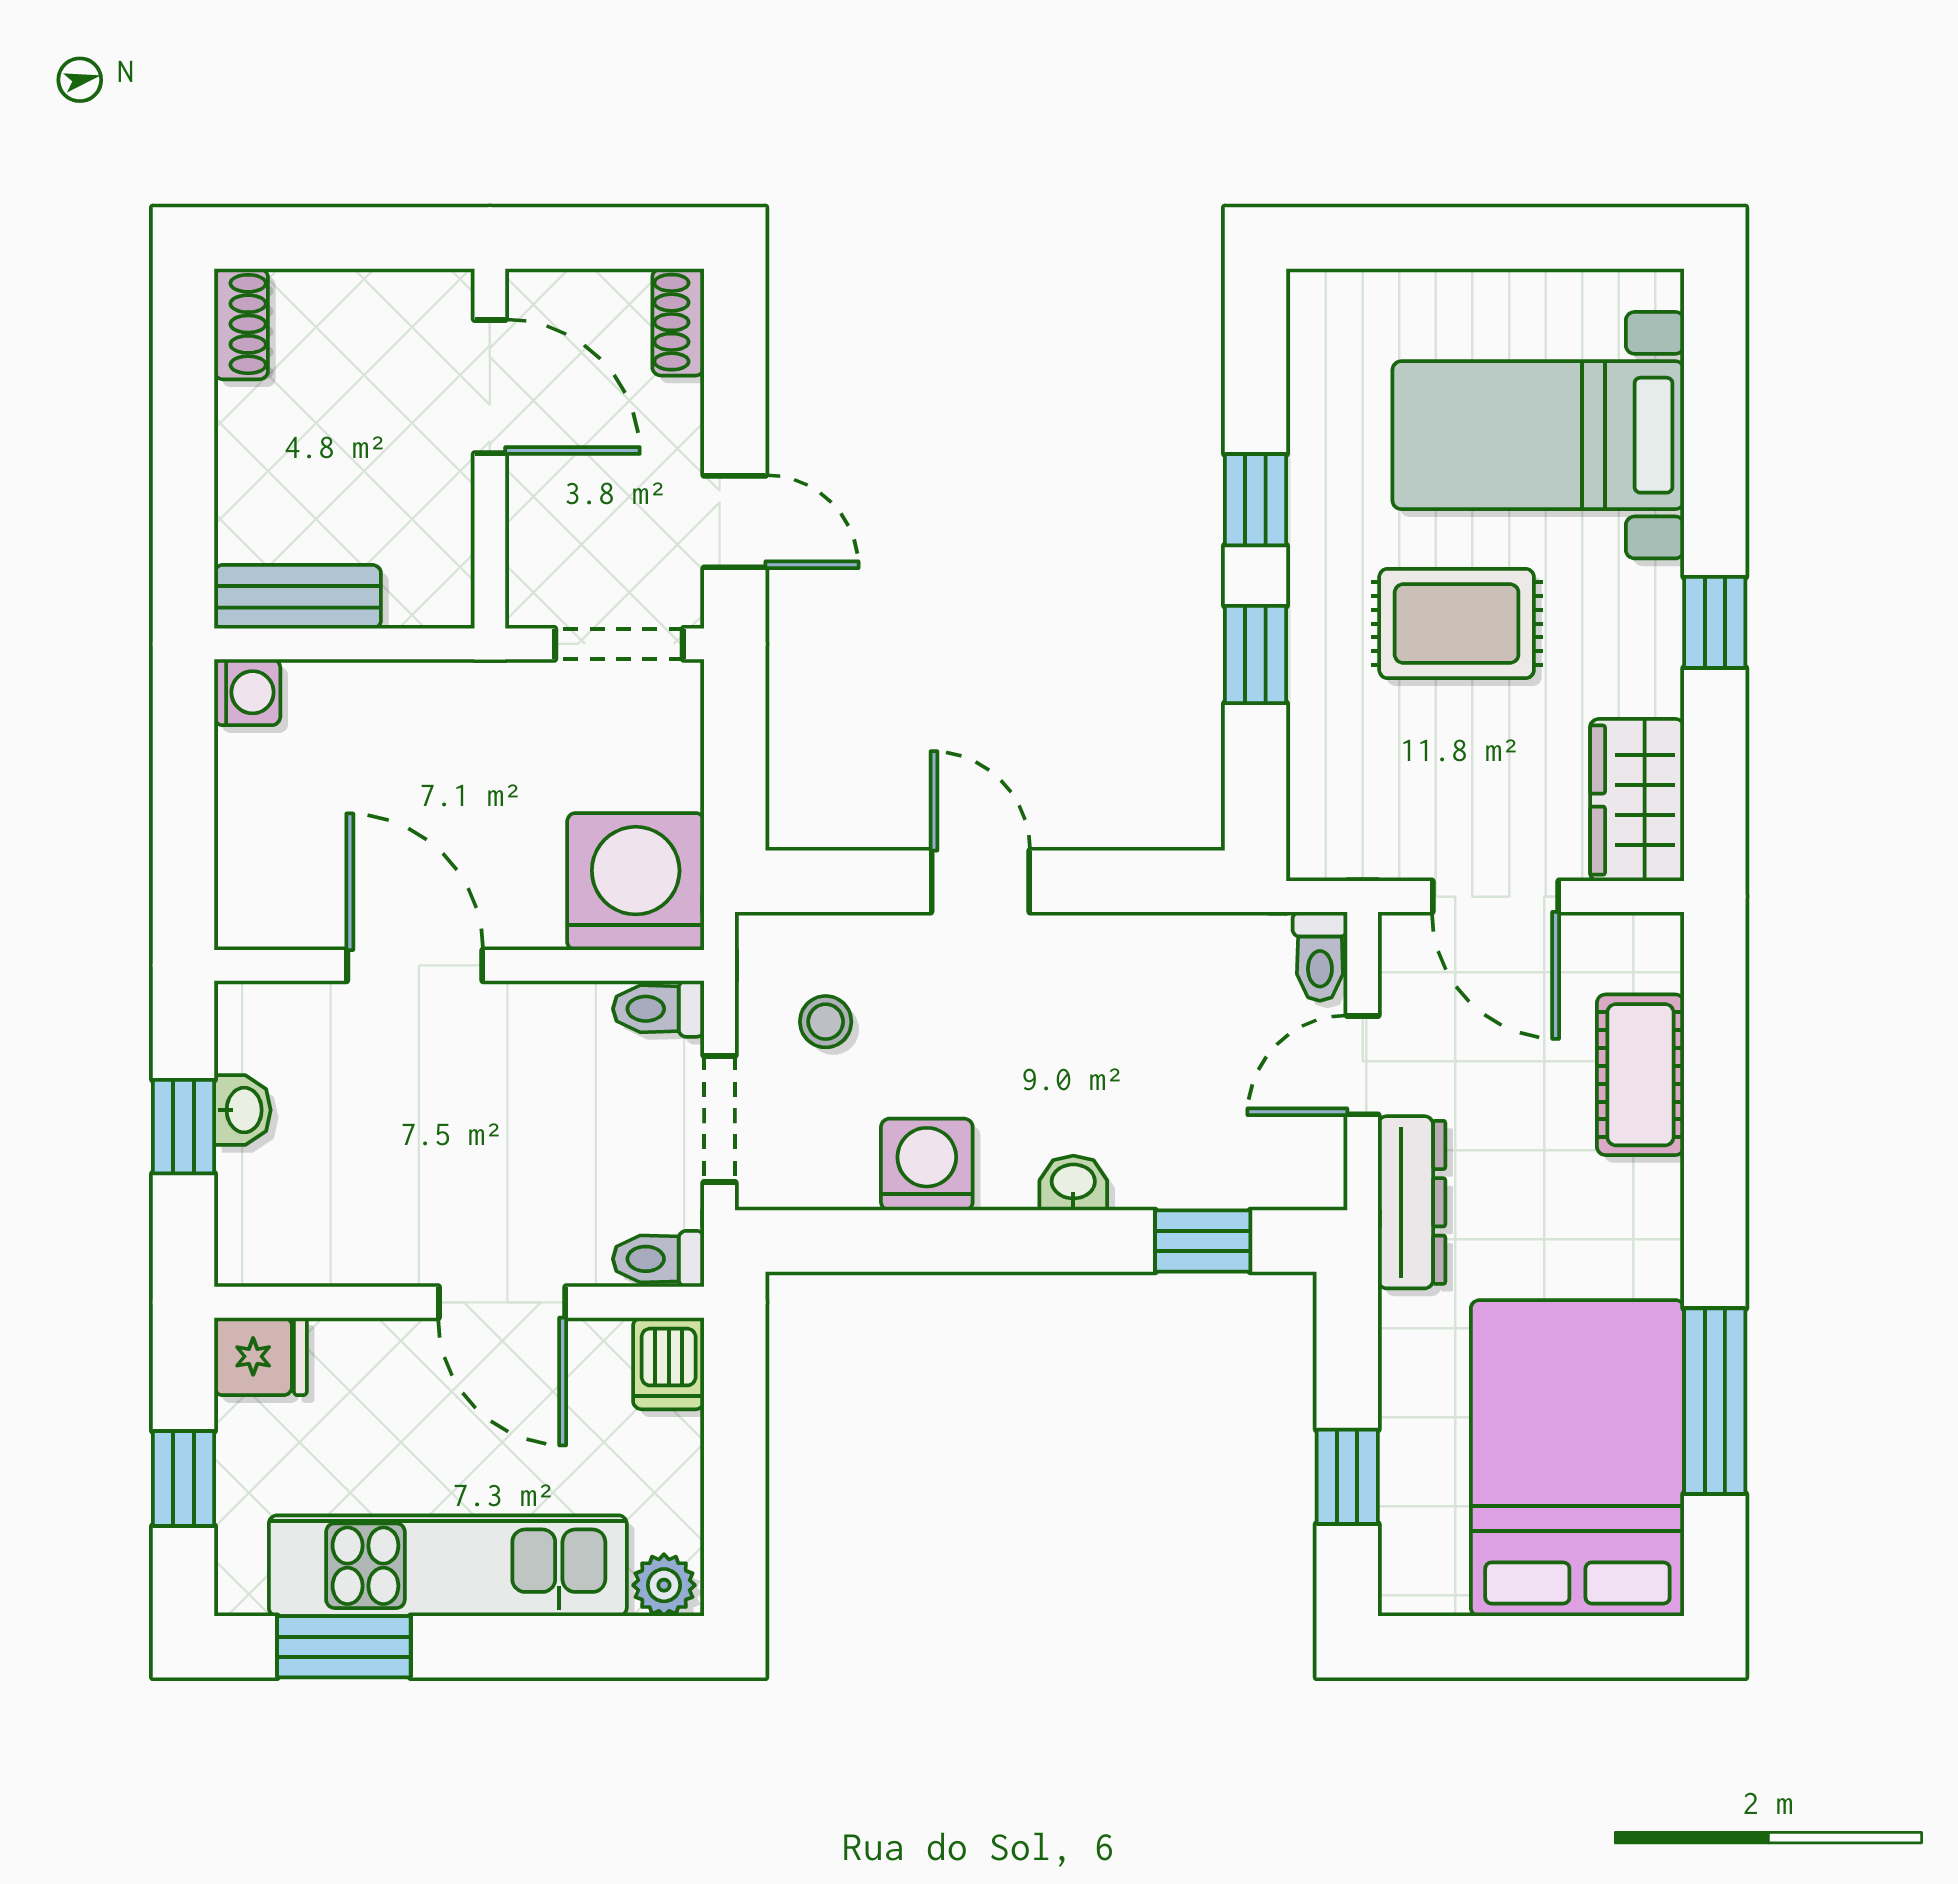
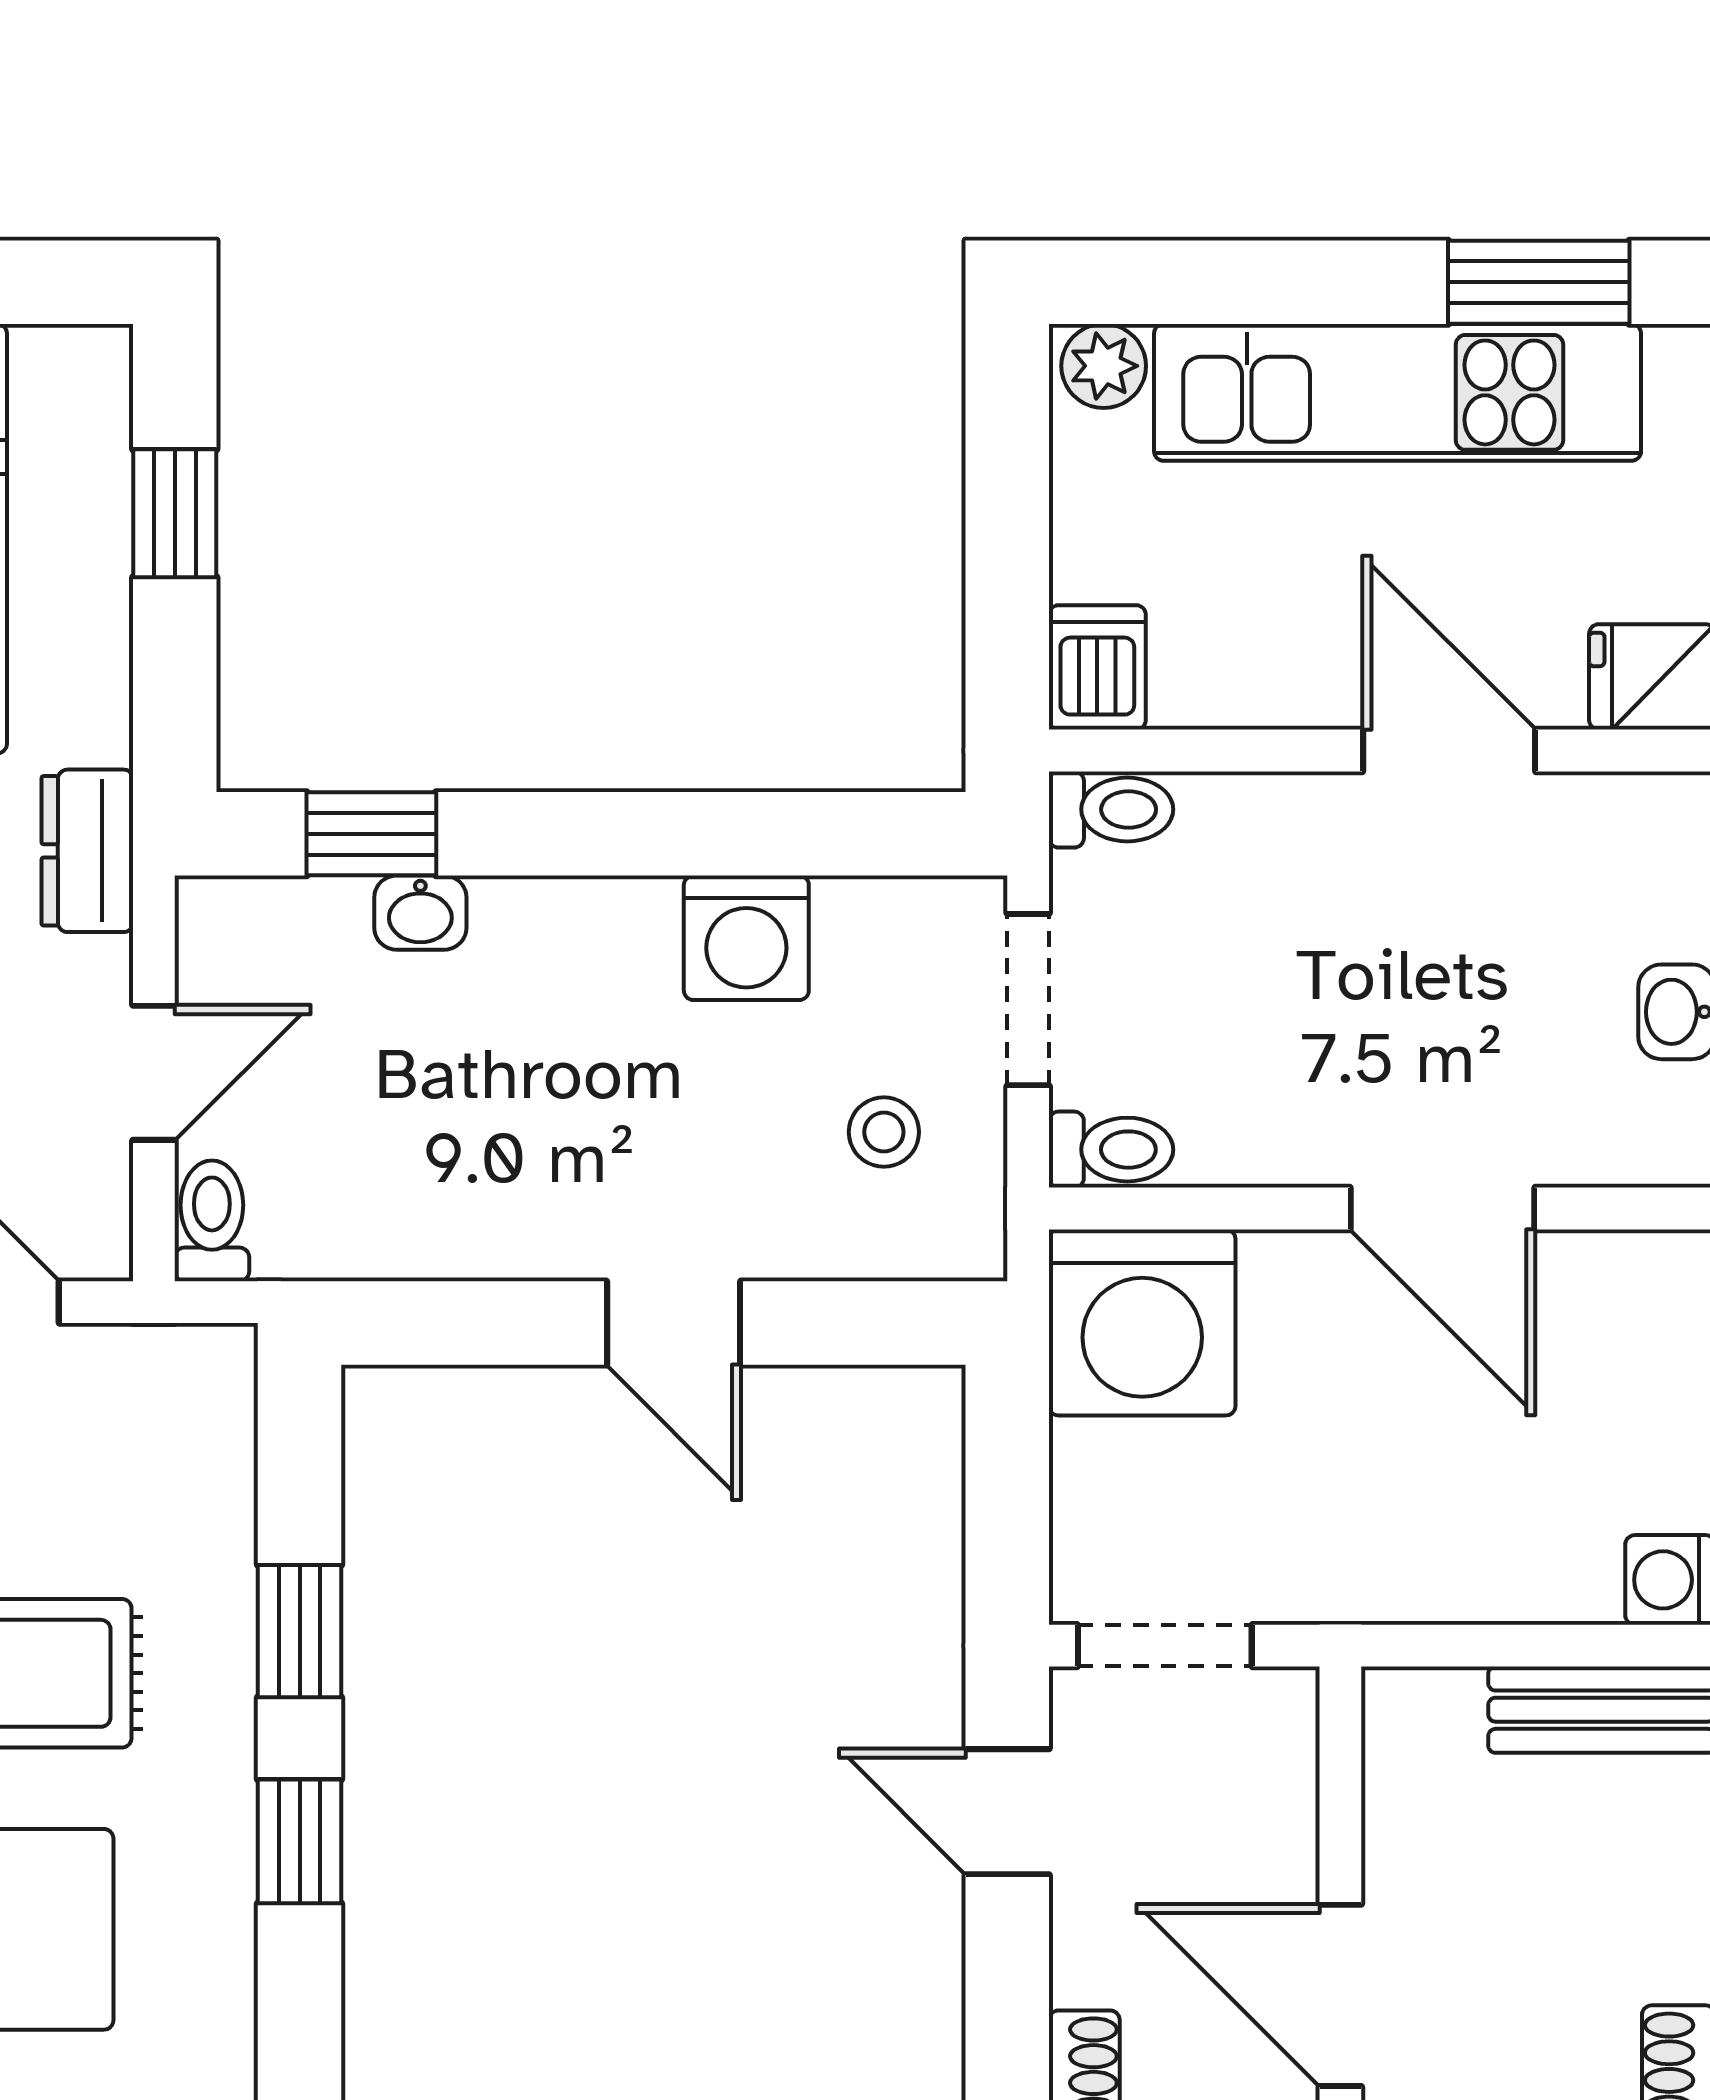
washbasin: (1073, 1183) -> (420, 913), moved
dresser: (1412, 1202) -> (87, 851), width x0.70
door: (502, 1302) -> (1449, 751), moved

